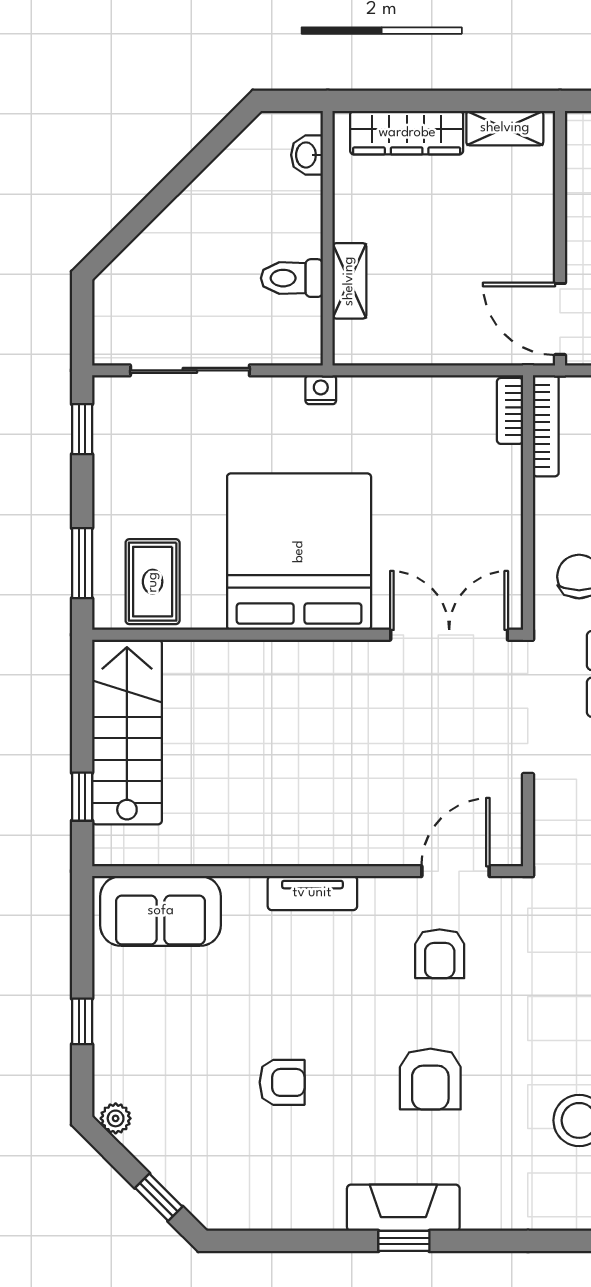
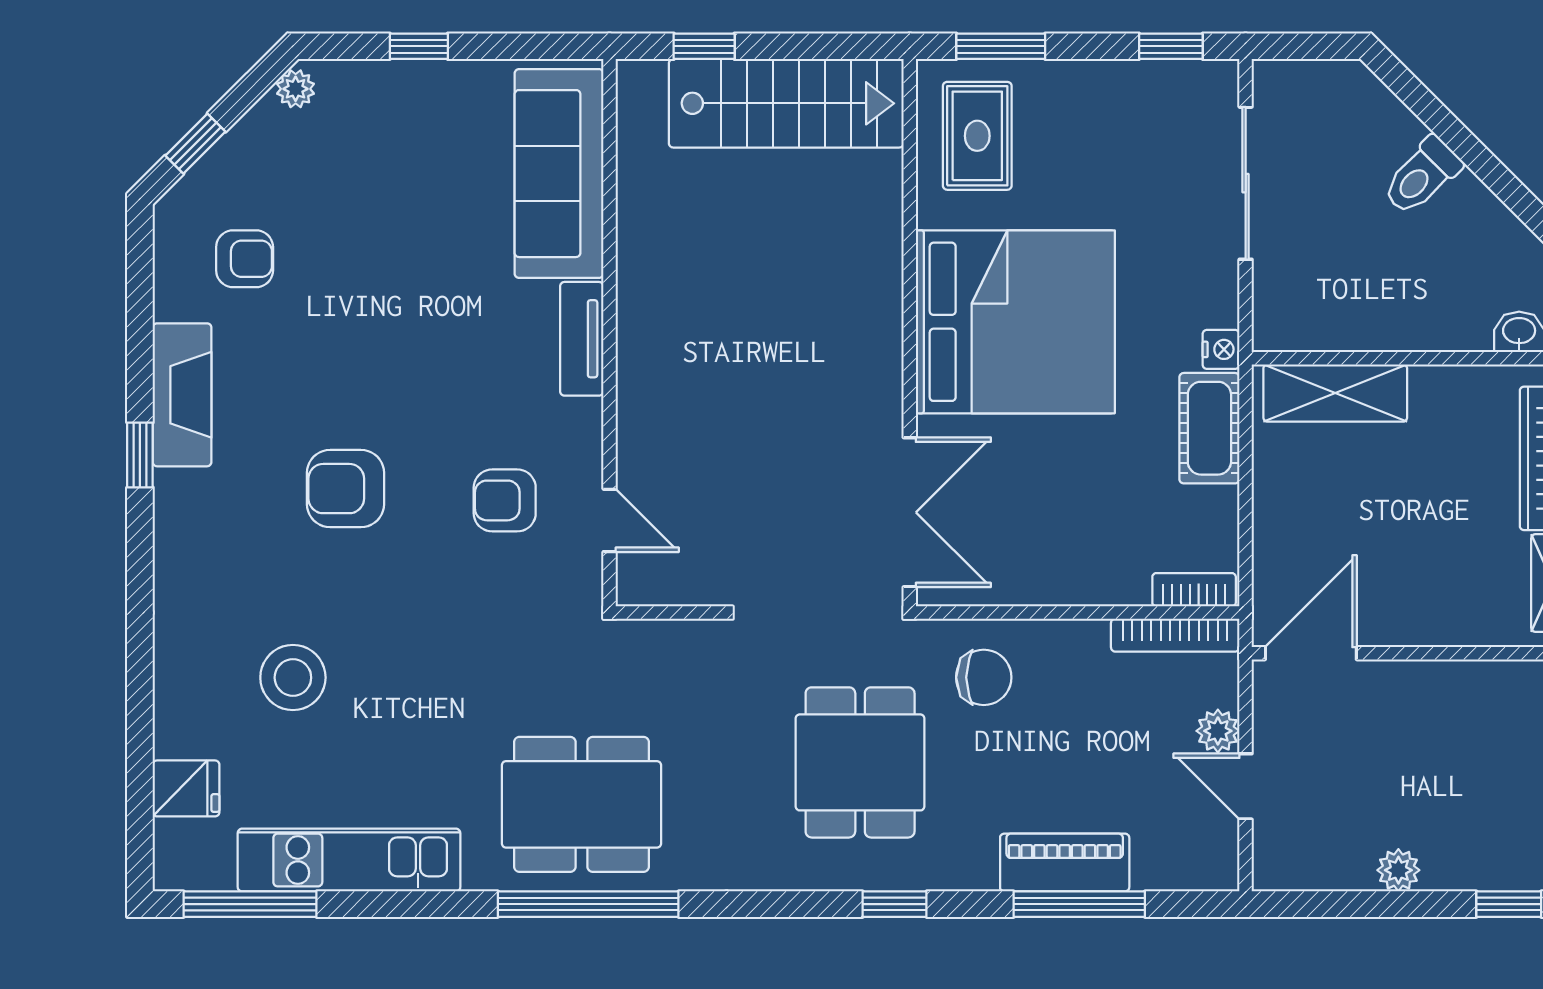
toilet: (292, 278) -> (1422, 176), moved, turned -135
shelving: (349, 281) -> (1335, 393), width x1.50, depth x1.33
cot: (383, 399) -> (1209, 428), added
rug: (153, 582) -> (977, 136), turned 90
door: (455, 871) -> (610, 520), width x0.73
sofa: (161, 911) -> (559, 174), width x1.36
armchair: (282, 1082) -> (245, 259), moved, turned -90
fireplace: (403, 1208) -> (182, 395), moved

